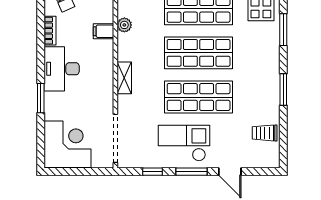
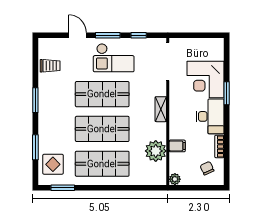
plant: (124, 25) -> (156, 151), width x1.87, depth x1.87
corner desk: (67, 144) -> (206, 79), moved

